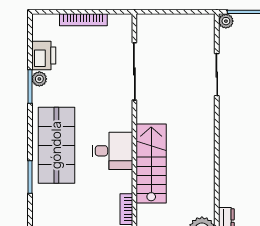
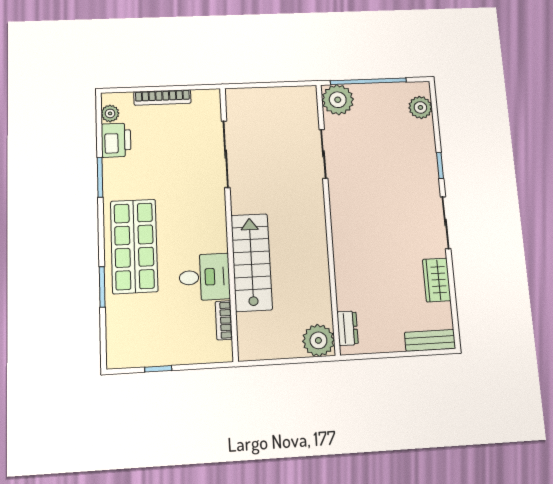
plant: (226, 21) -> (338, 100), width x1.88, depth x1.88
plant: (39, 79) -> (110, 113), moved
desk: (112, 151) -> (204, 277), moved

